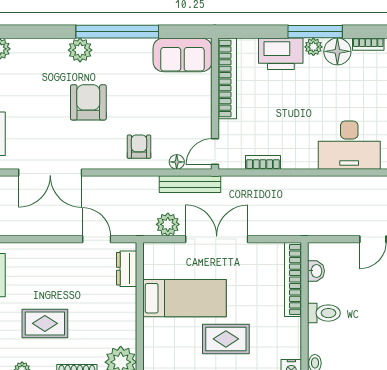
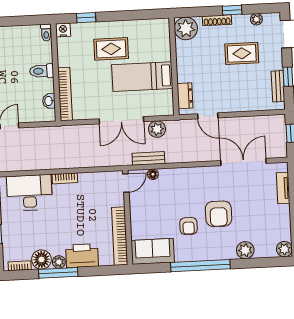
plant: (80, 50) -> (245, 250), moved
armchair: (139, 147) -> (188, 226), moved
bookcase: (263, 162) -> (65, 178), moved
bench: (190, 184) -> (148, 158), width x0.73

